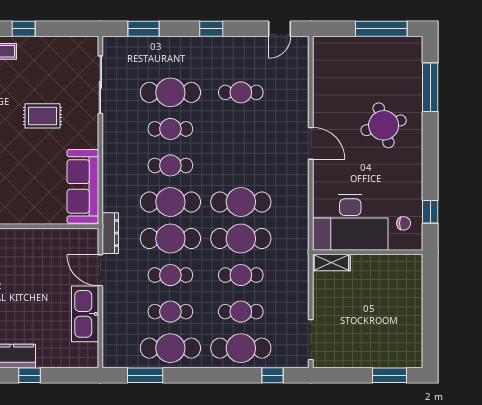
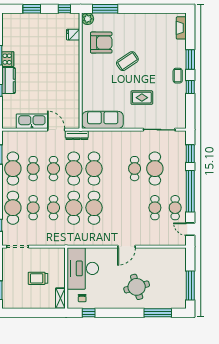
window: (211, 29) -> (190, 191), width x3.17
rug: (42, 116) -> (142, 98), turned 90
cafe table: (170, 165) -> (175, 208), moved
shelving: (331, 263) -> (60, 298), moved
door: (100, 270) -> (56, 130), hinge flipped
trolley: (368, 303) -> (38, 278), added

